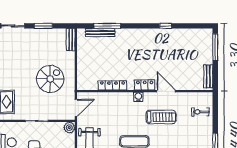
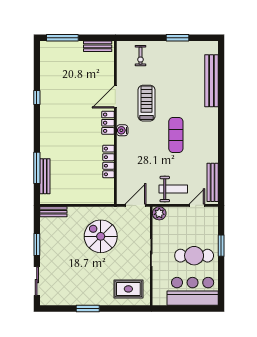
door: (76, 108) -> (135, 205), hinge flipped

